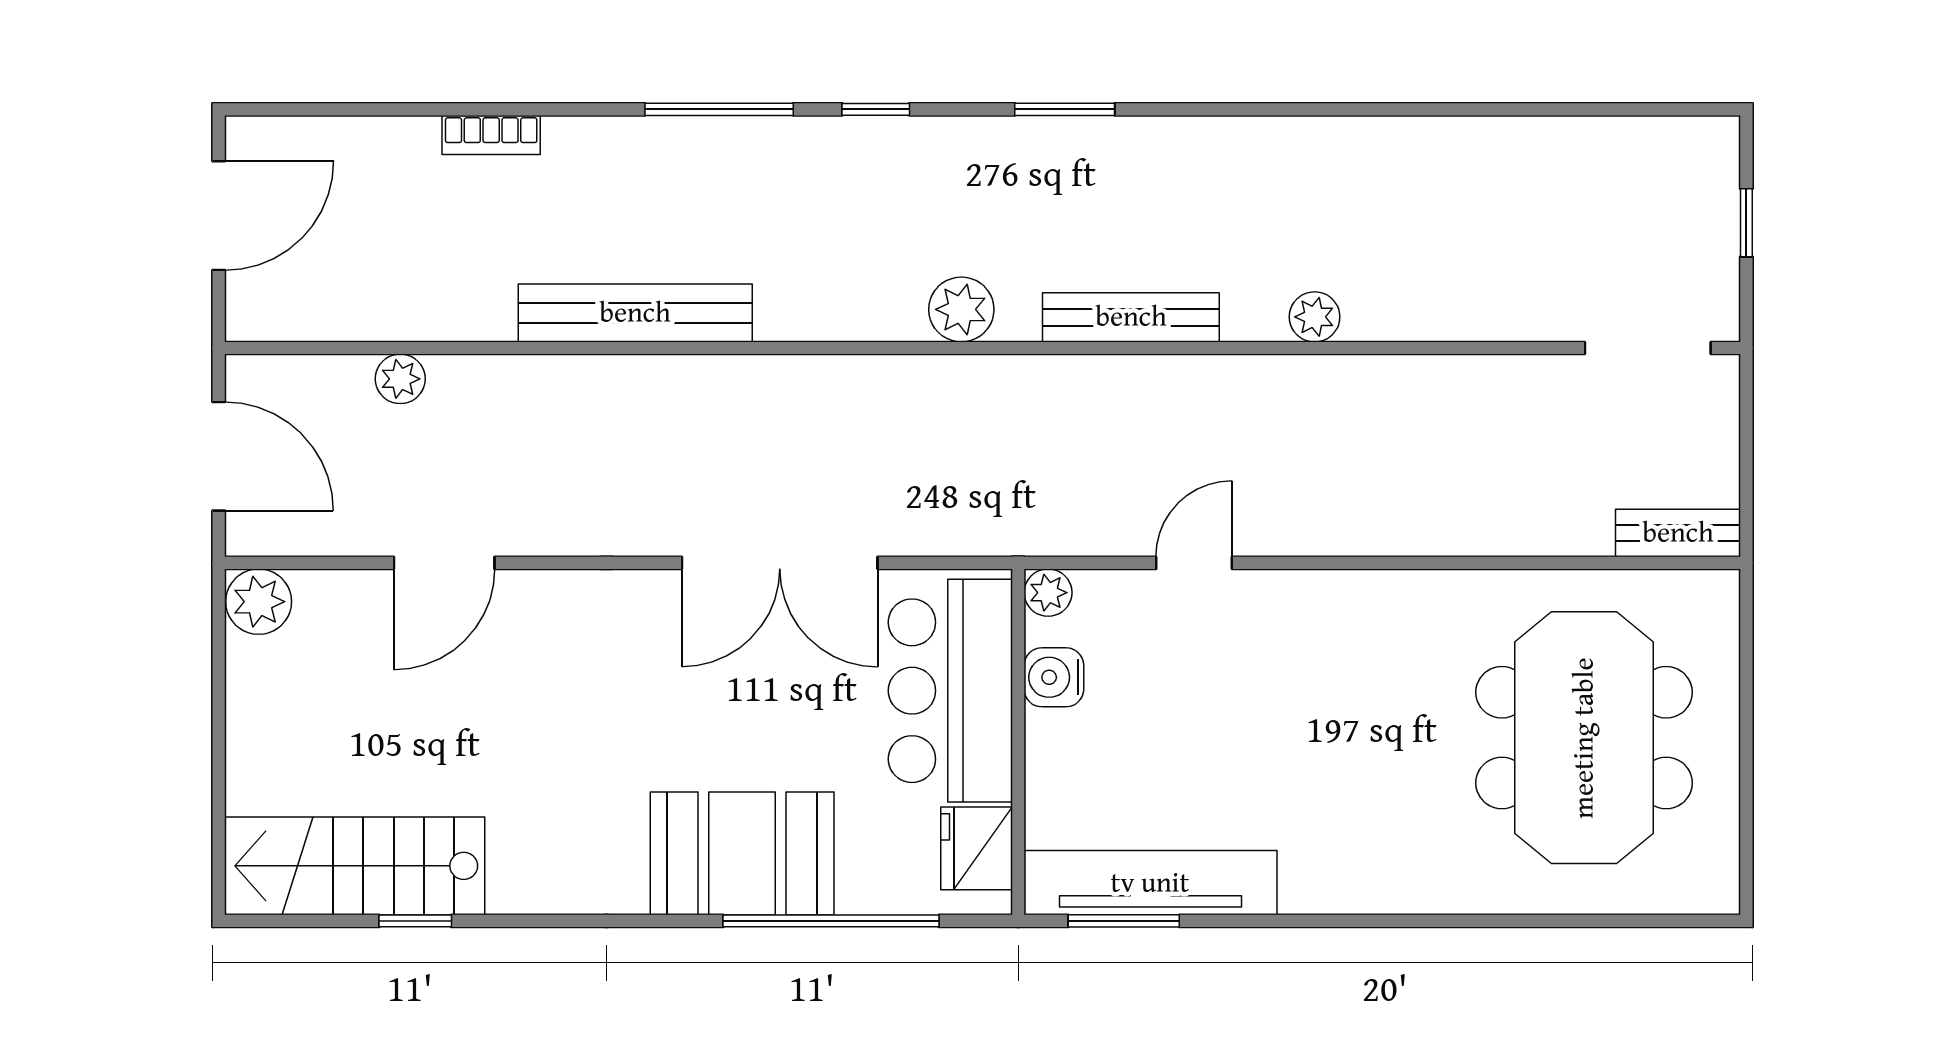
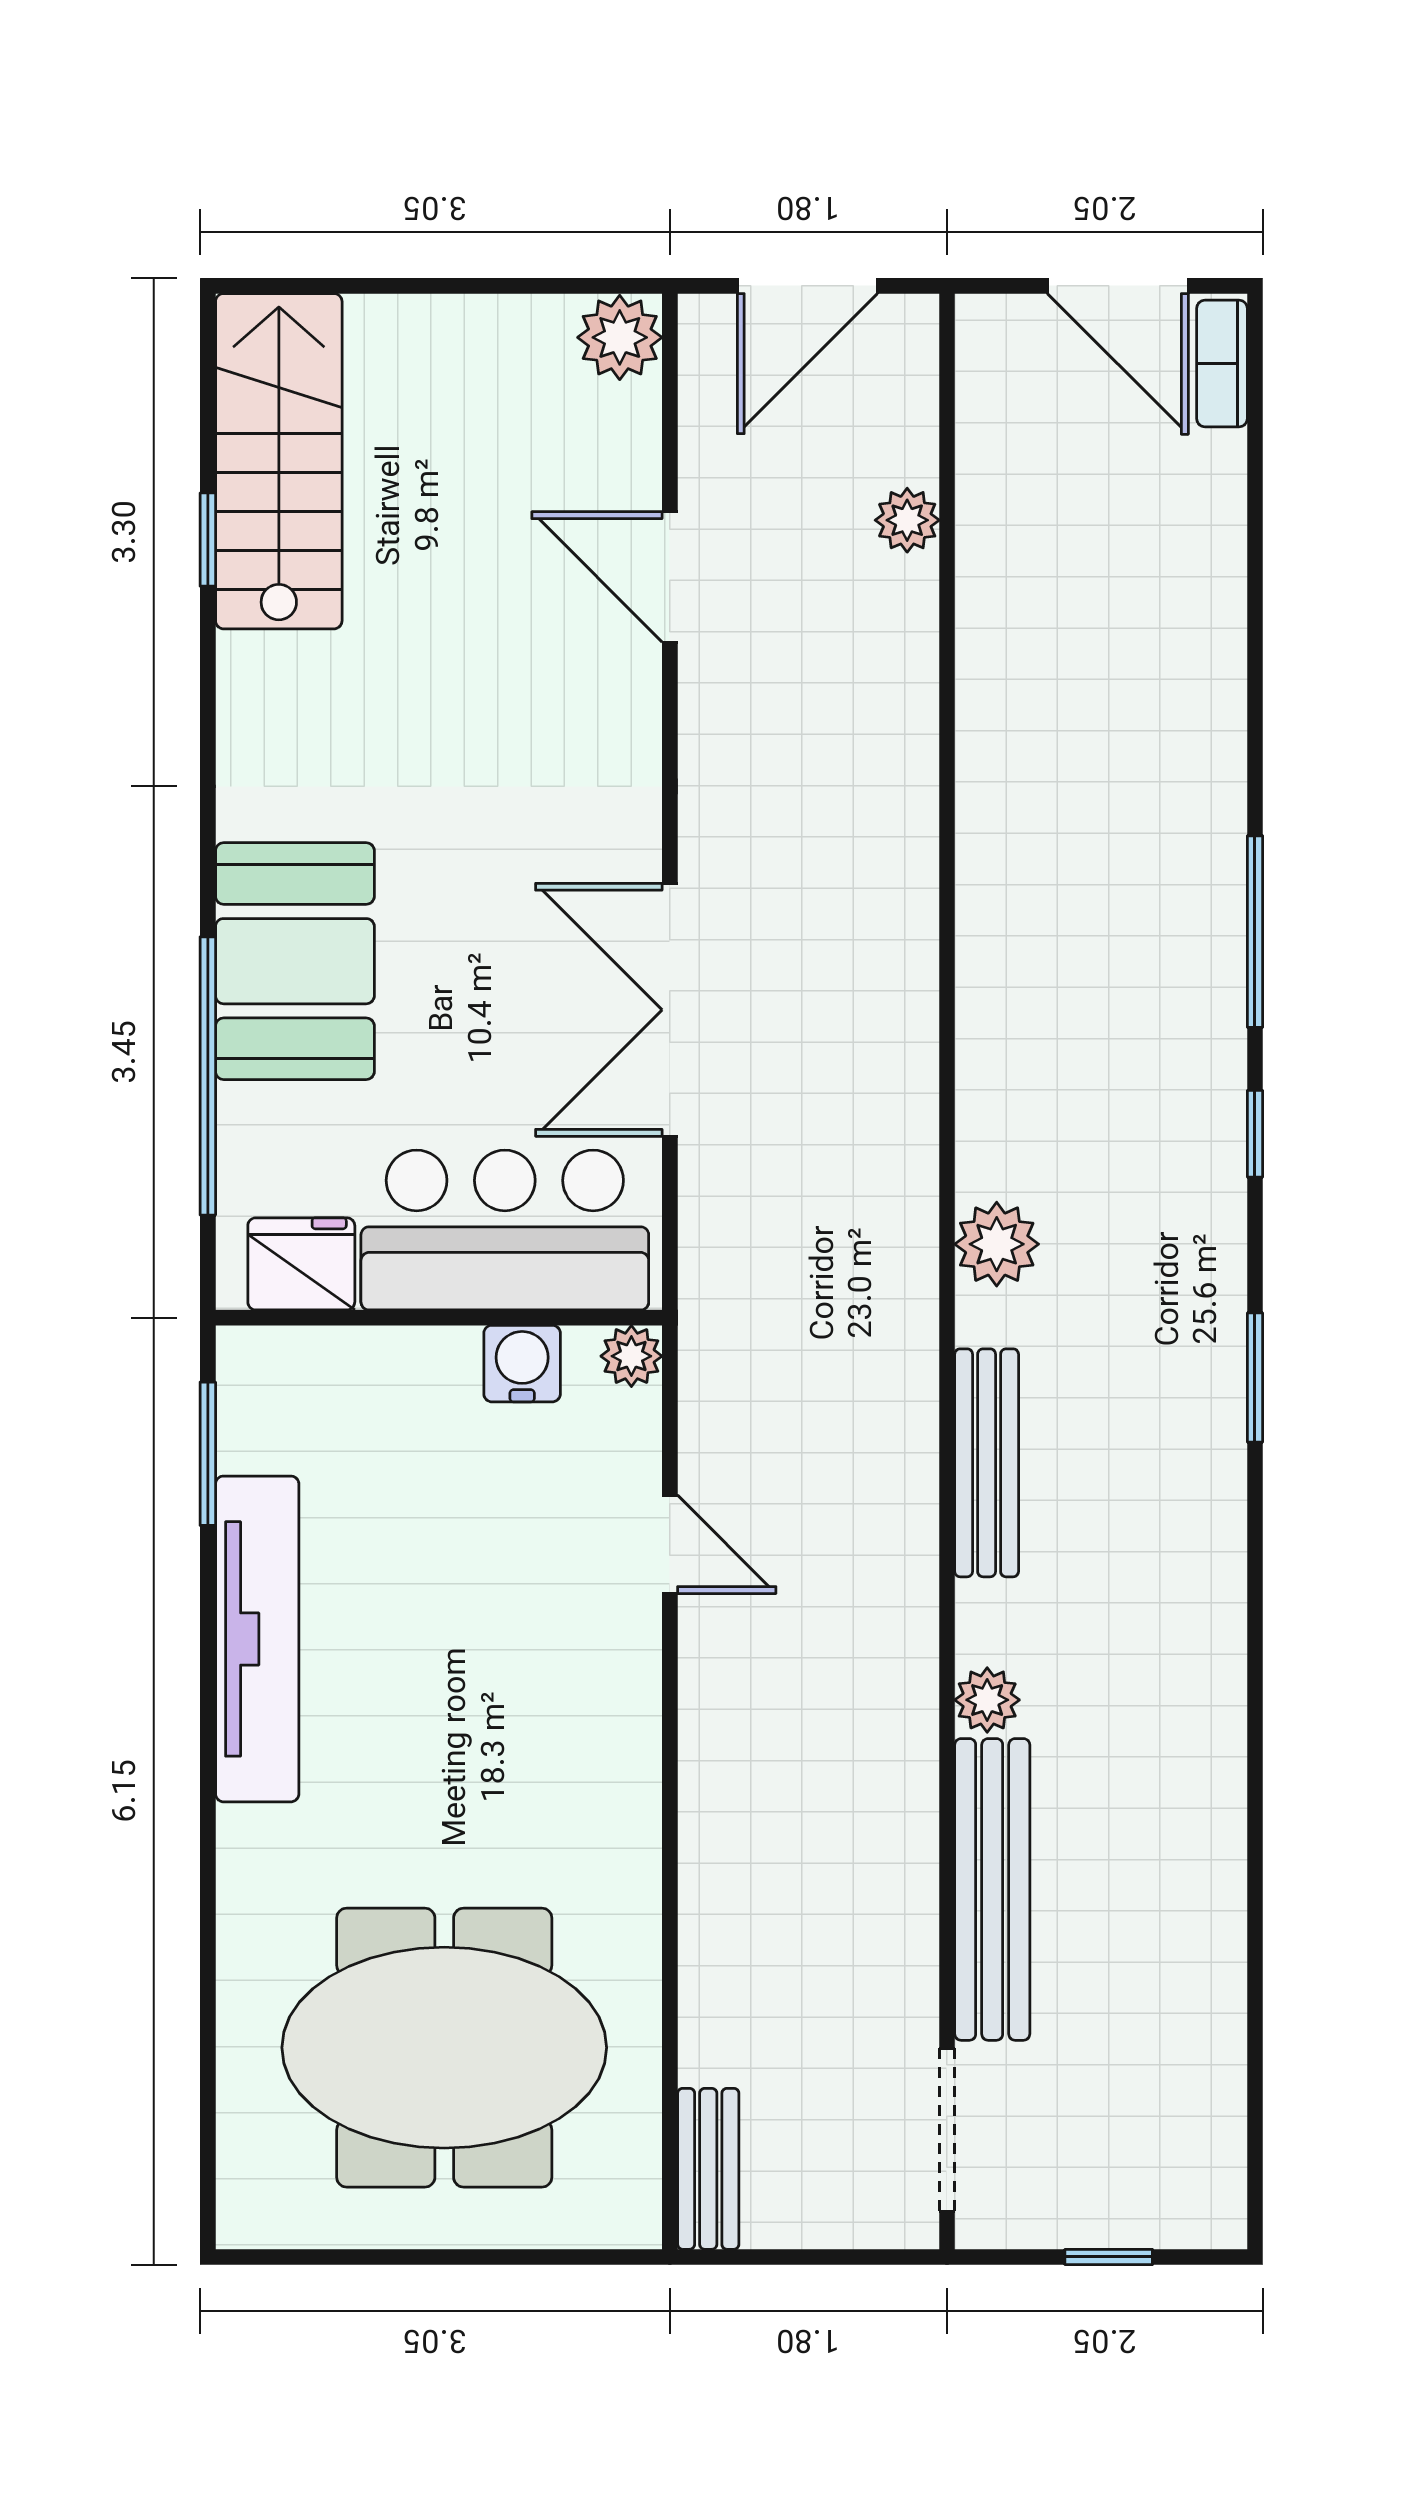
bookcase: (491, 135) -> (1222, 364), moved
bench: (635, 313) -> (992, 1889), moved
tv unit: (1150, 883) -> (257, 1639), moved

